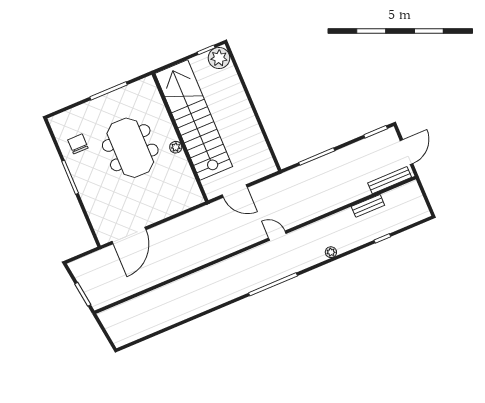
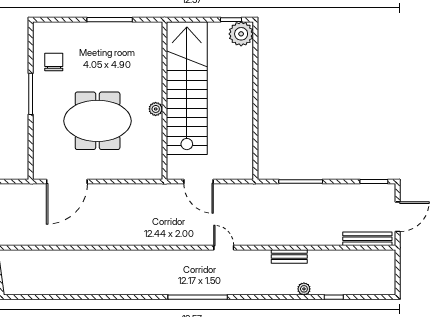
meeting table: (130, 148) -> (98, 121), moved, turned 90
bench: (368, 206) -> (289, 256), moved
plant: (331, 252) -> (304, 289), moved

